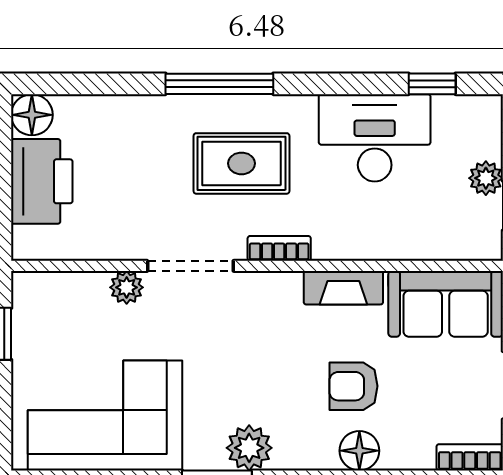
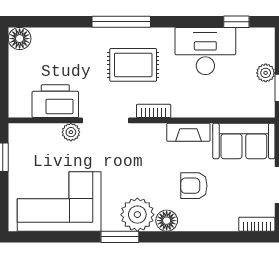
printer: (42, 181) -> (55, 101), moved, turned -90
plant: (249, 448) -> (137, 215), width x1.36, depth x1.36
floor lamp: (359, 451) -> (167, 221), moved

